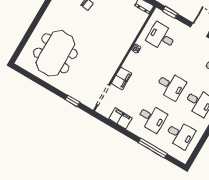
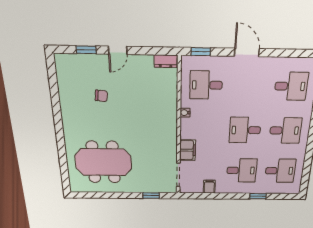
meeting table: (55, 53) -> (103, 162), turned 90
desk: (171, 86) -> (245, 130), turned 180
filing cabinet: (120, 118) -> (209, 187), width x0.50
window: (153, 148) -> (258, 196), width x0.46

